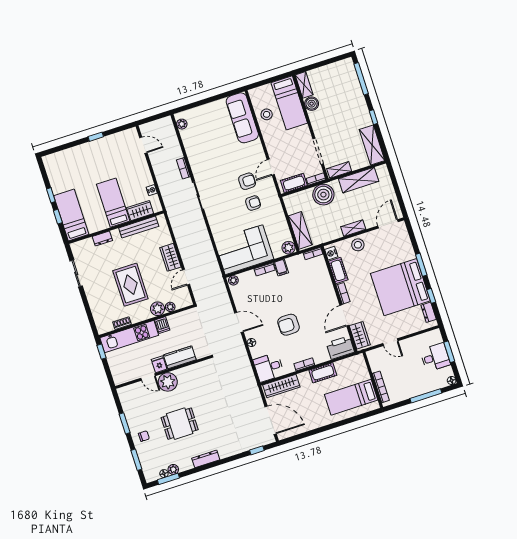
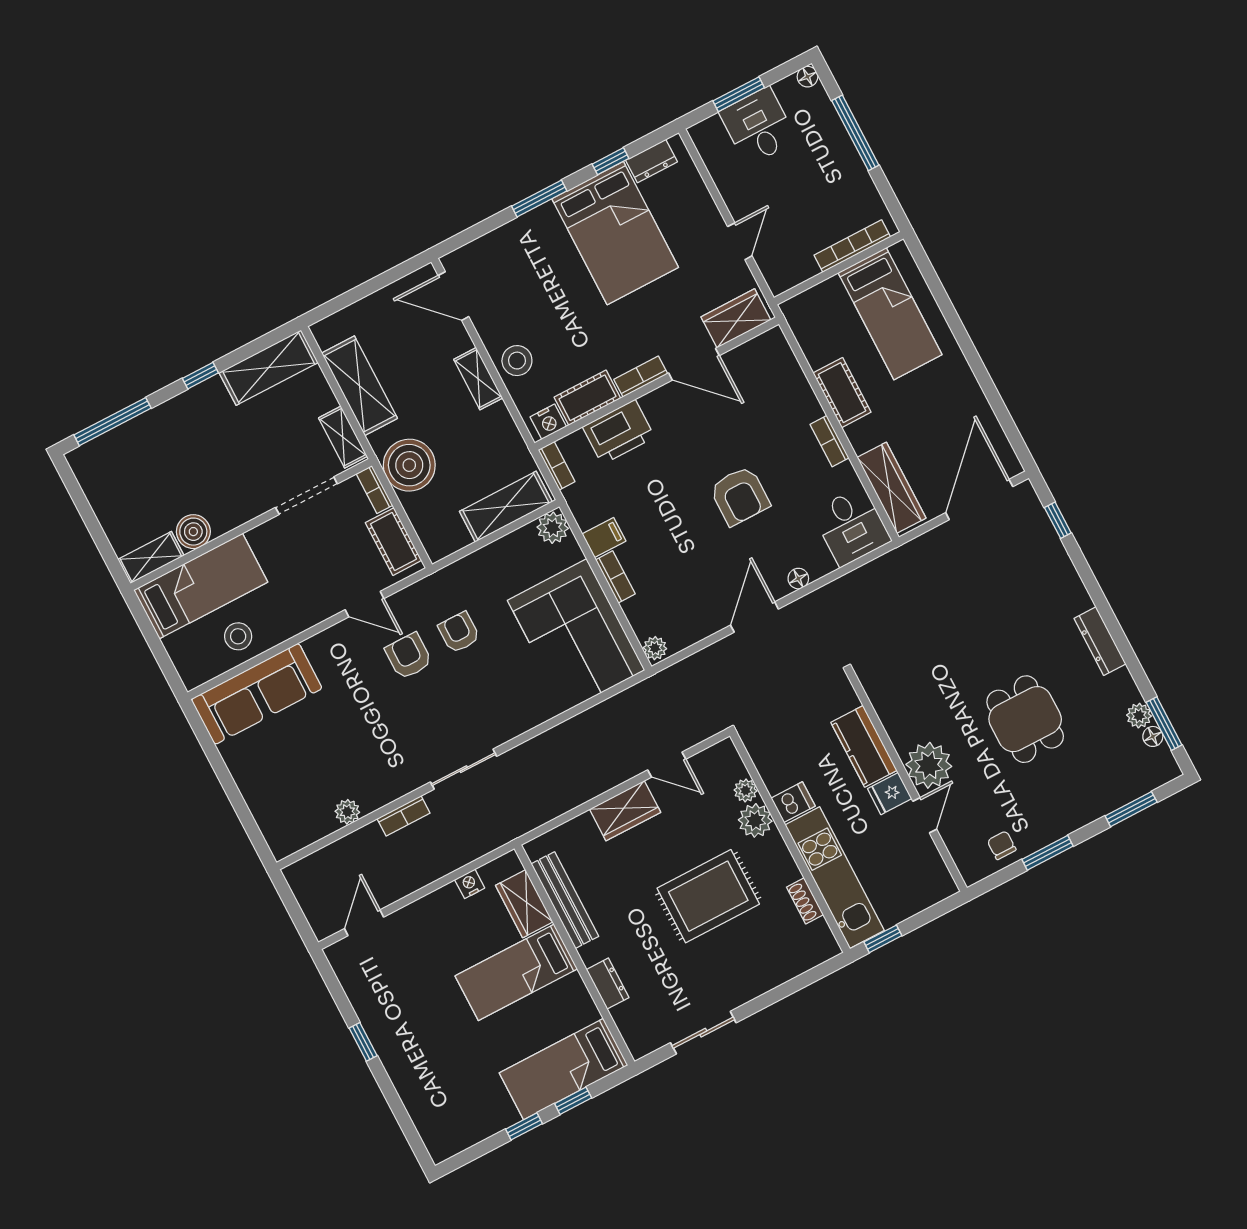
plant: (182, 124) -> (347, 812), moved
bed: (400, 287) -> (615, 233), width x0.73
printer: (340, 348) -> (619, 432), moved, turned -90
chair: (144, 436) -> (1002, 845), moved

